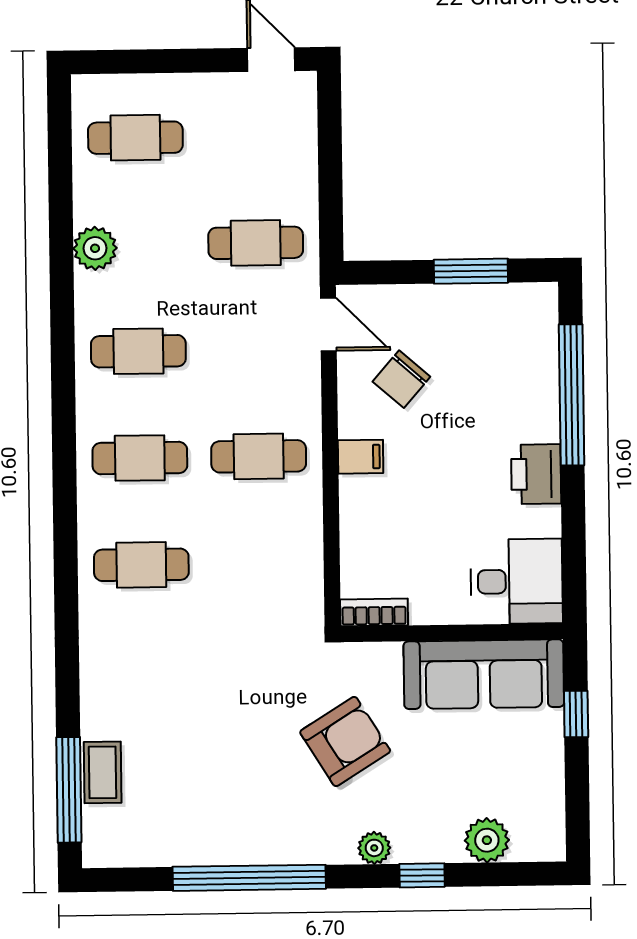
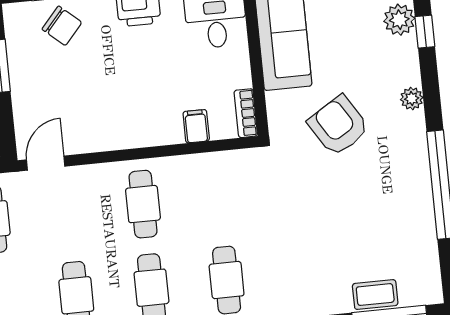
chair: (401, 379) -> (62, 26), moved
filing cabinet: (361, 457) -> (196, 126), moved
window: (422, 875) -> (425, 32), moved

